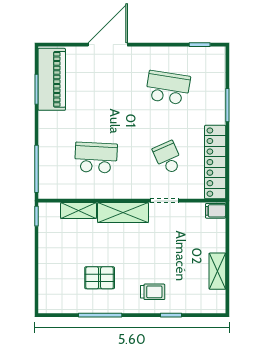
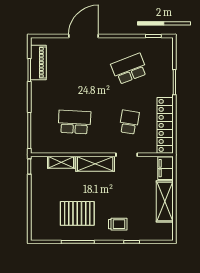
piano: (52, 79) -> (38, 62), width x0.73, depth x0.75
school desk: (168, 88) -> (129, 69), turned -30
school desk: (168, 158) -> (129, 122), turned 33
filing cabinet: (216, 211) -> (165, 168), width x2.00
shelving: (217, 271) -> (165, 201), width x1.50, depth x1.33
pallet: (100, 278) -> (77, 213), width x1.50, depth x1.42

